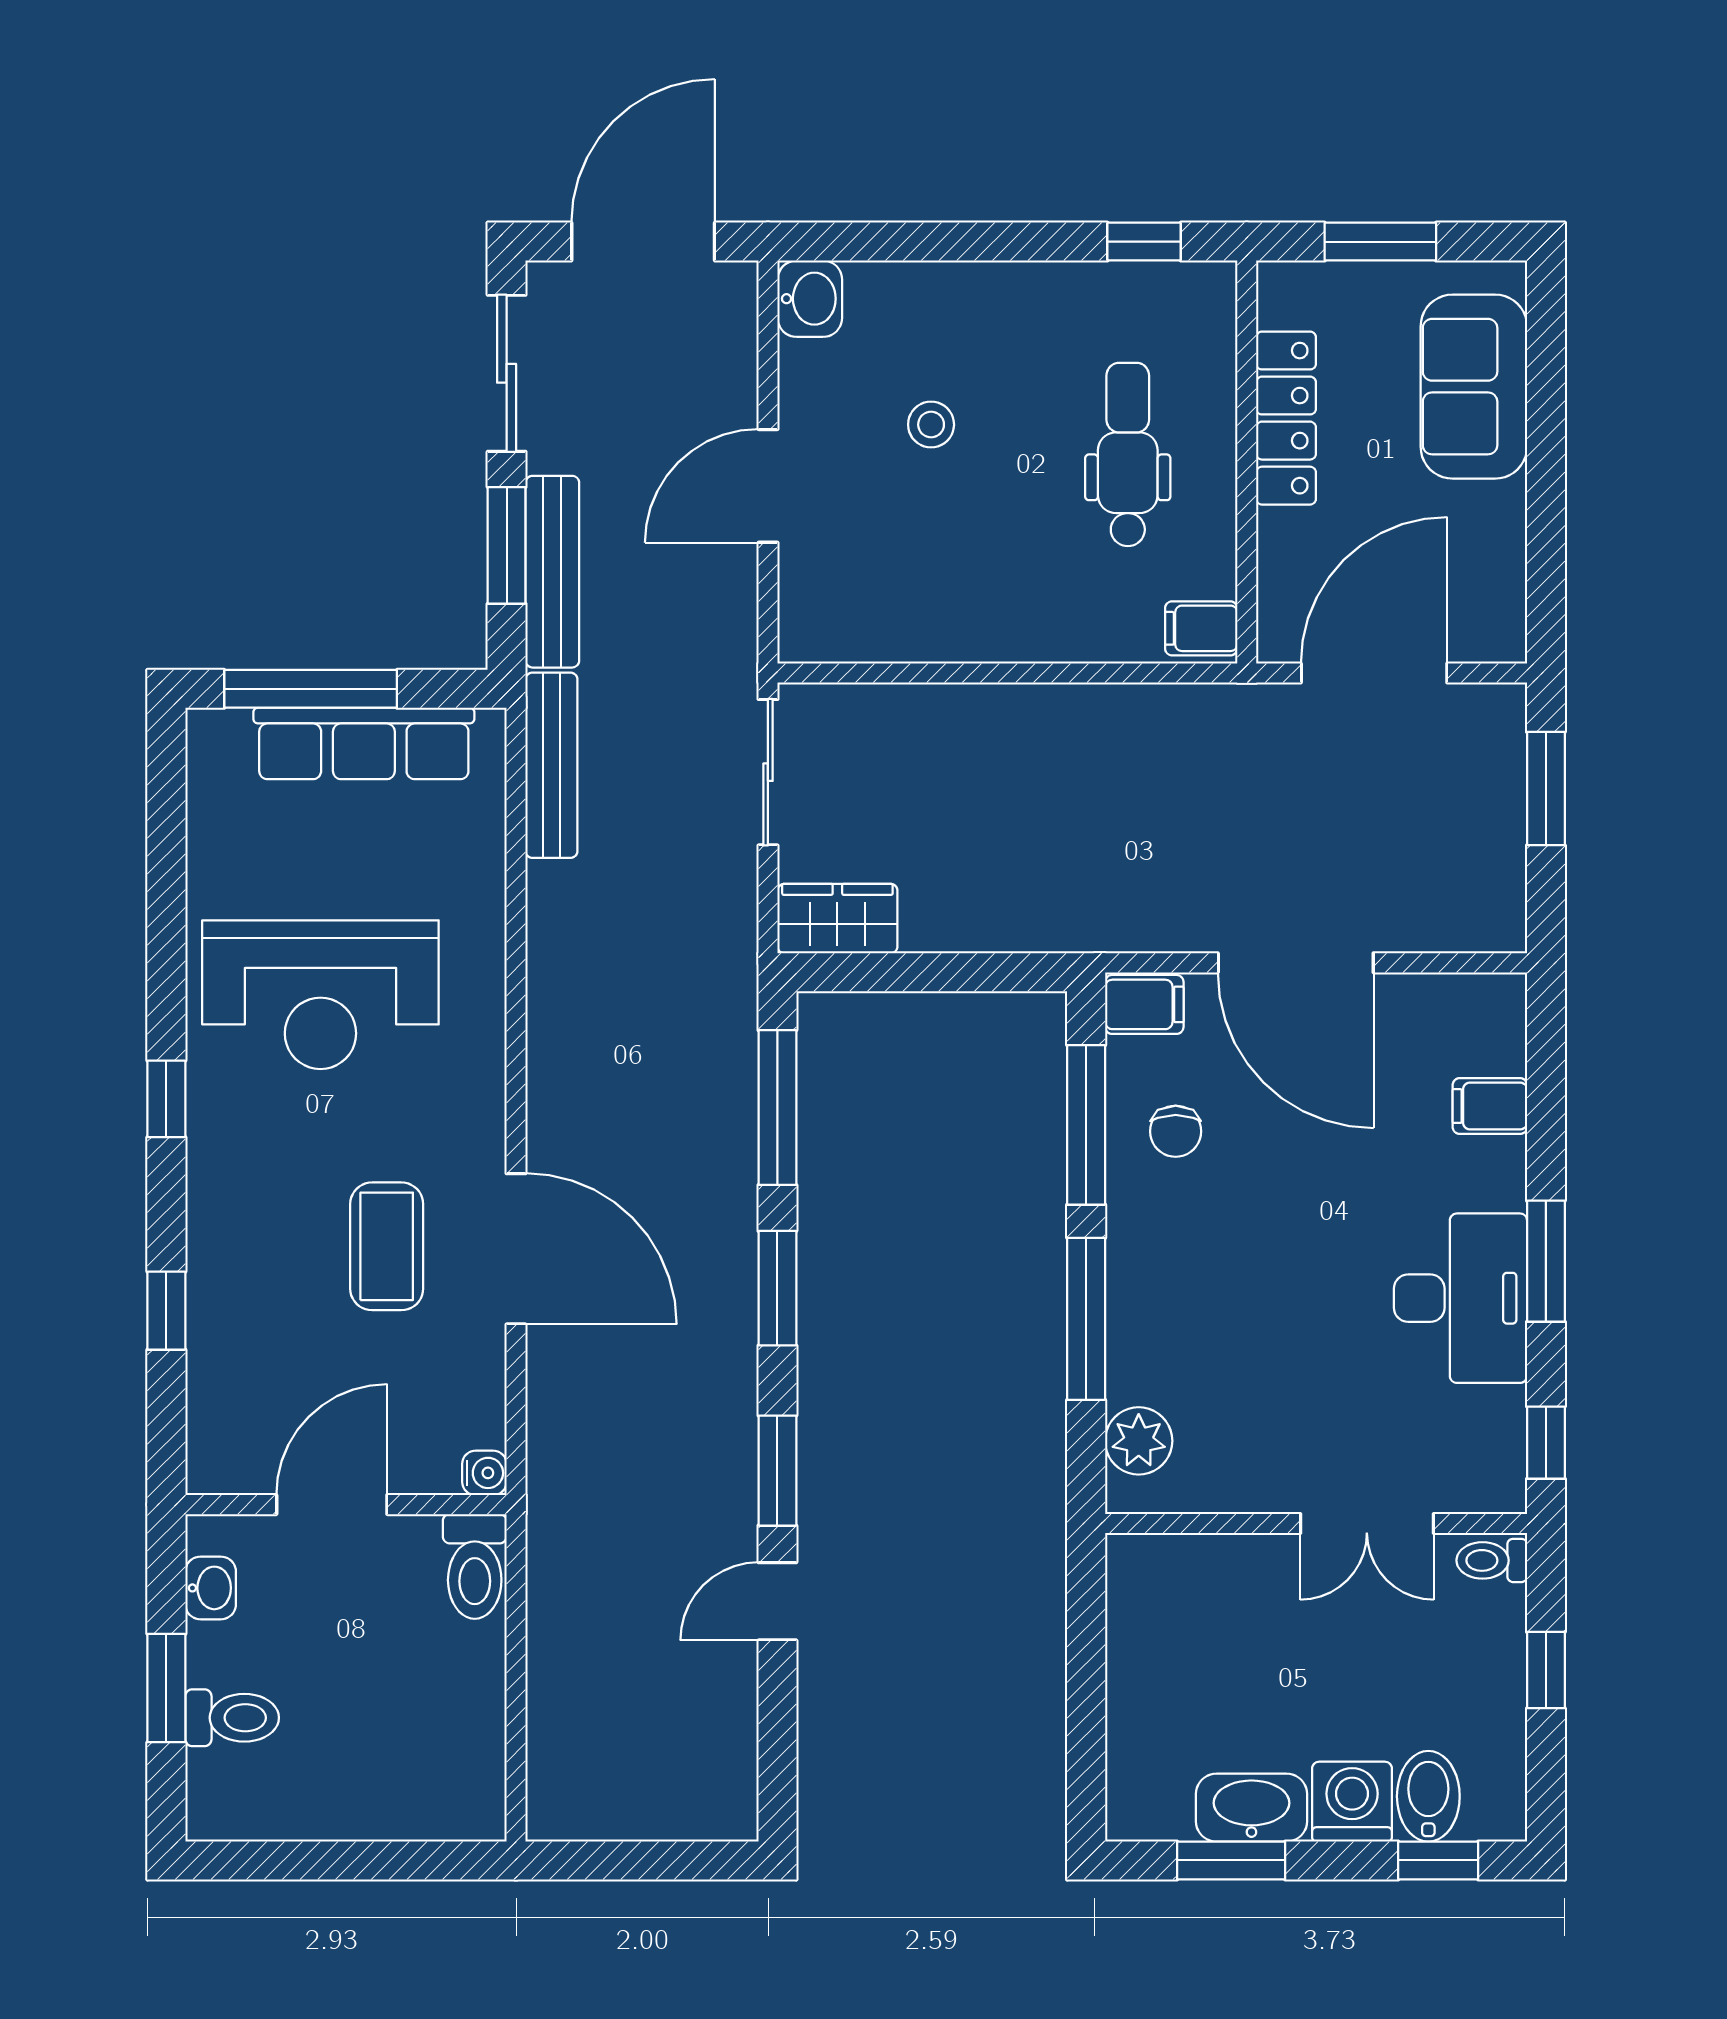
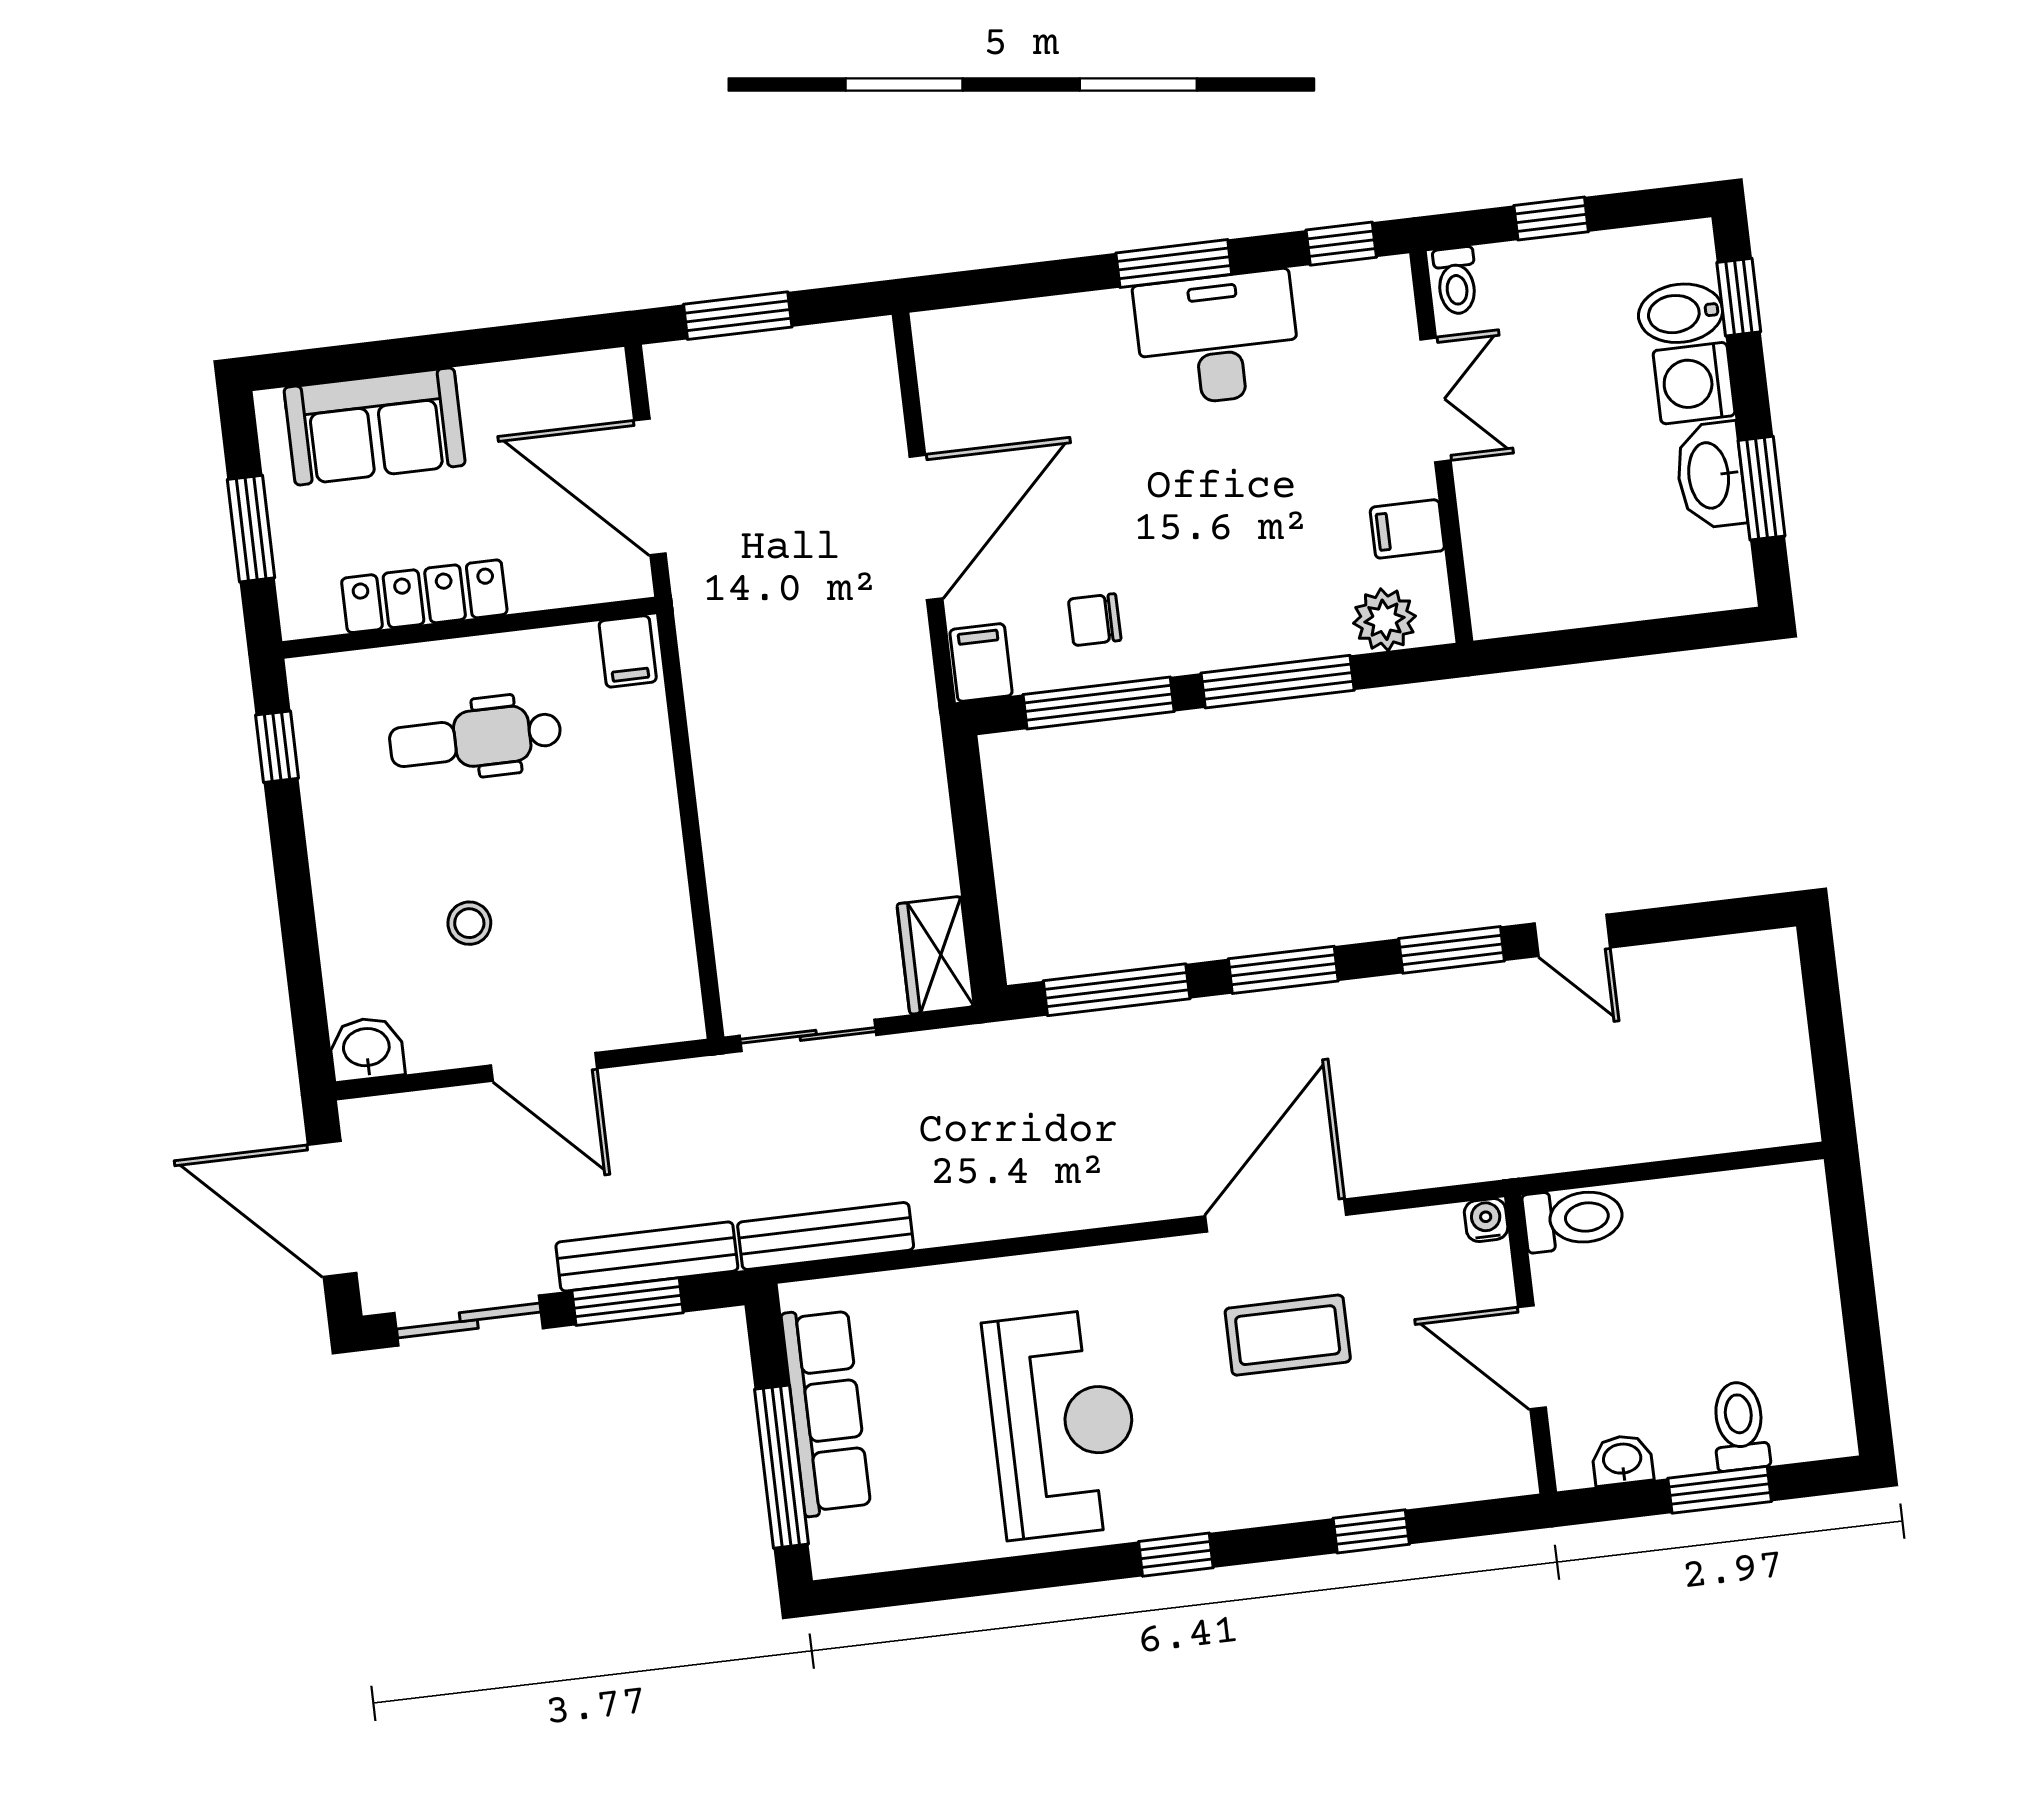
filing cabinet: (1490, 1106) -> (1407, 529), moved, turned 90
chair: (1176, 1131) -> (1095, 620), turned 180

